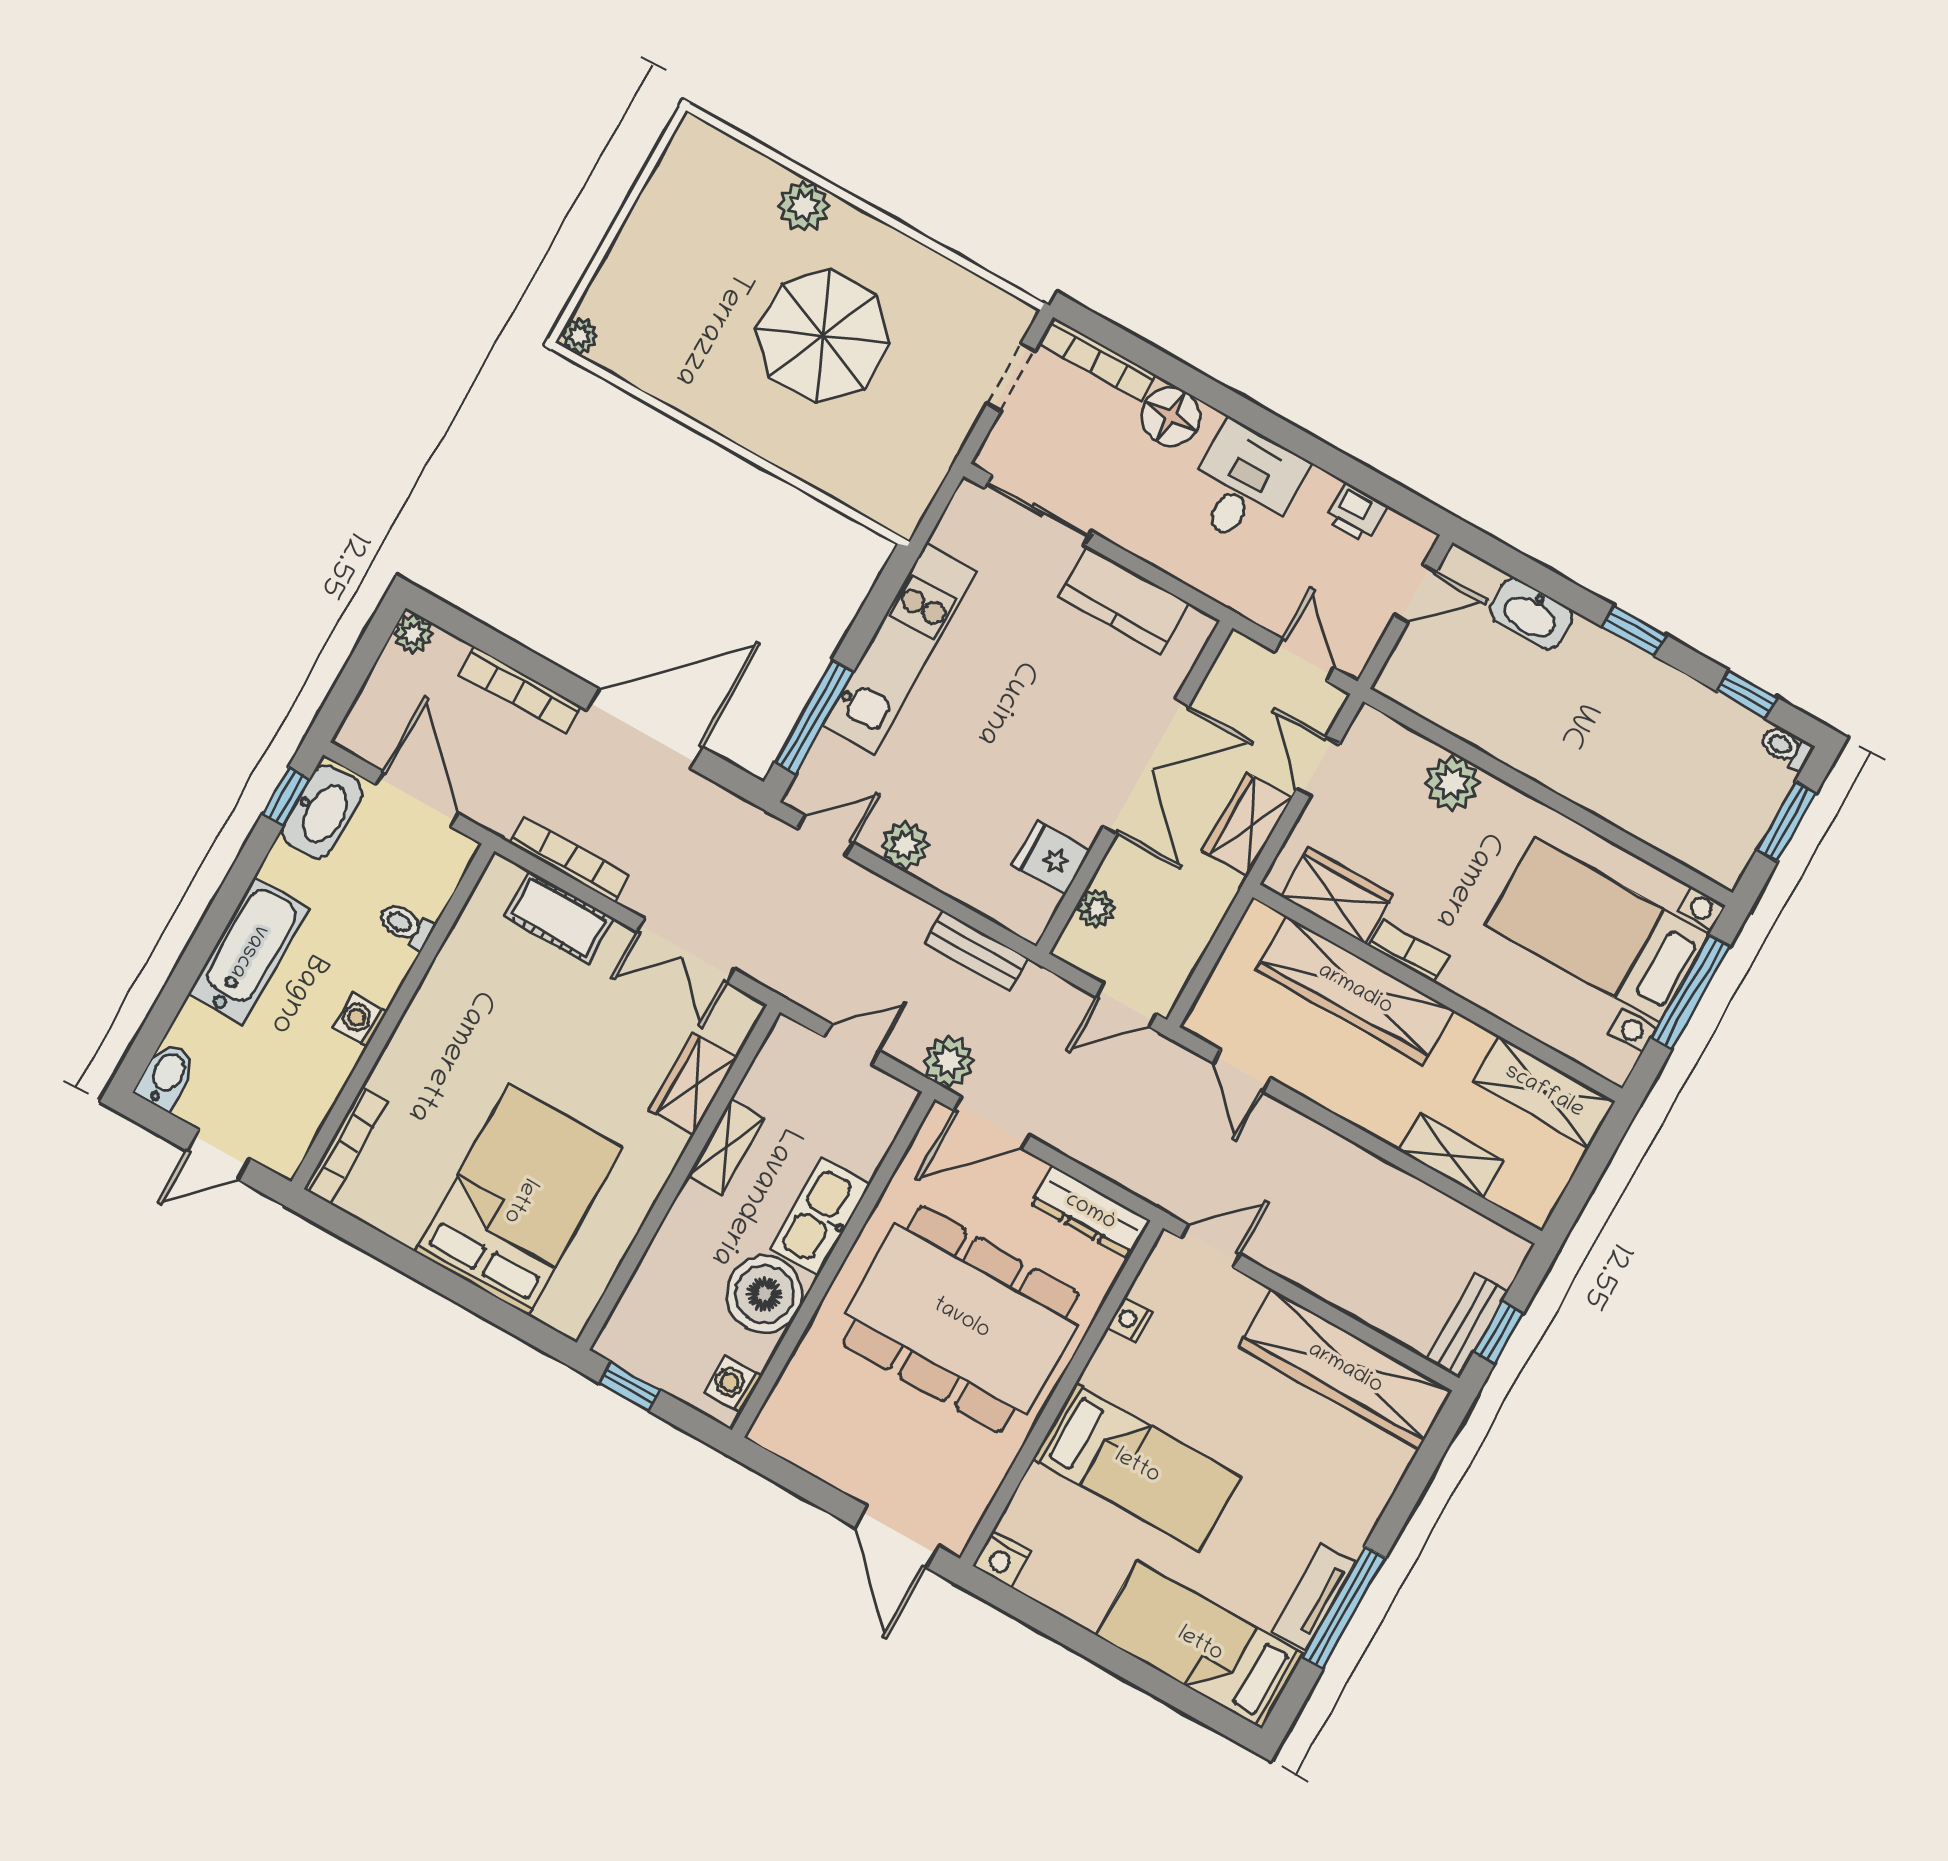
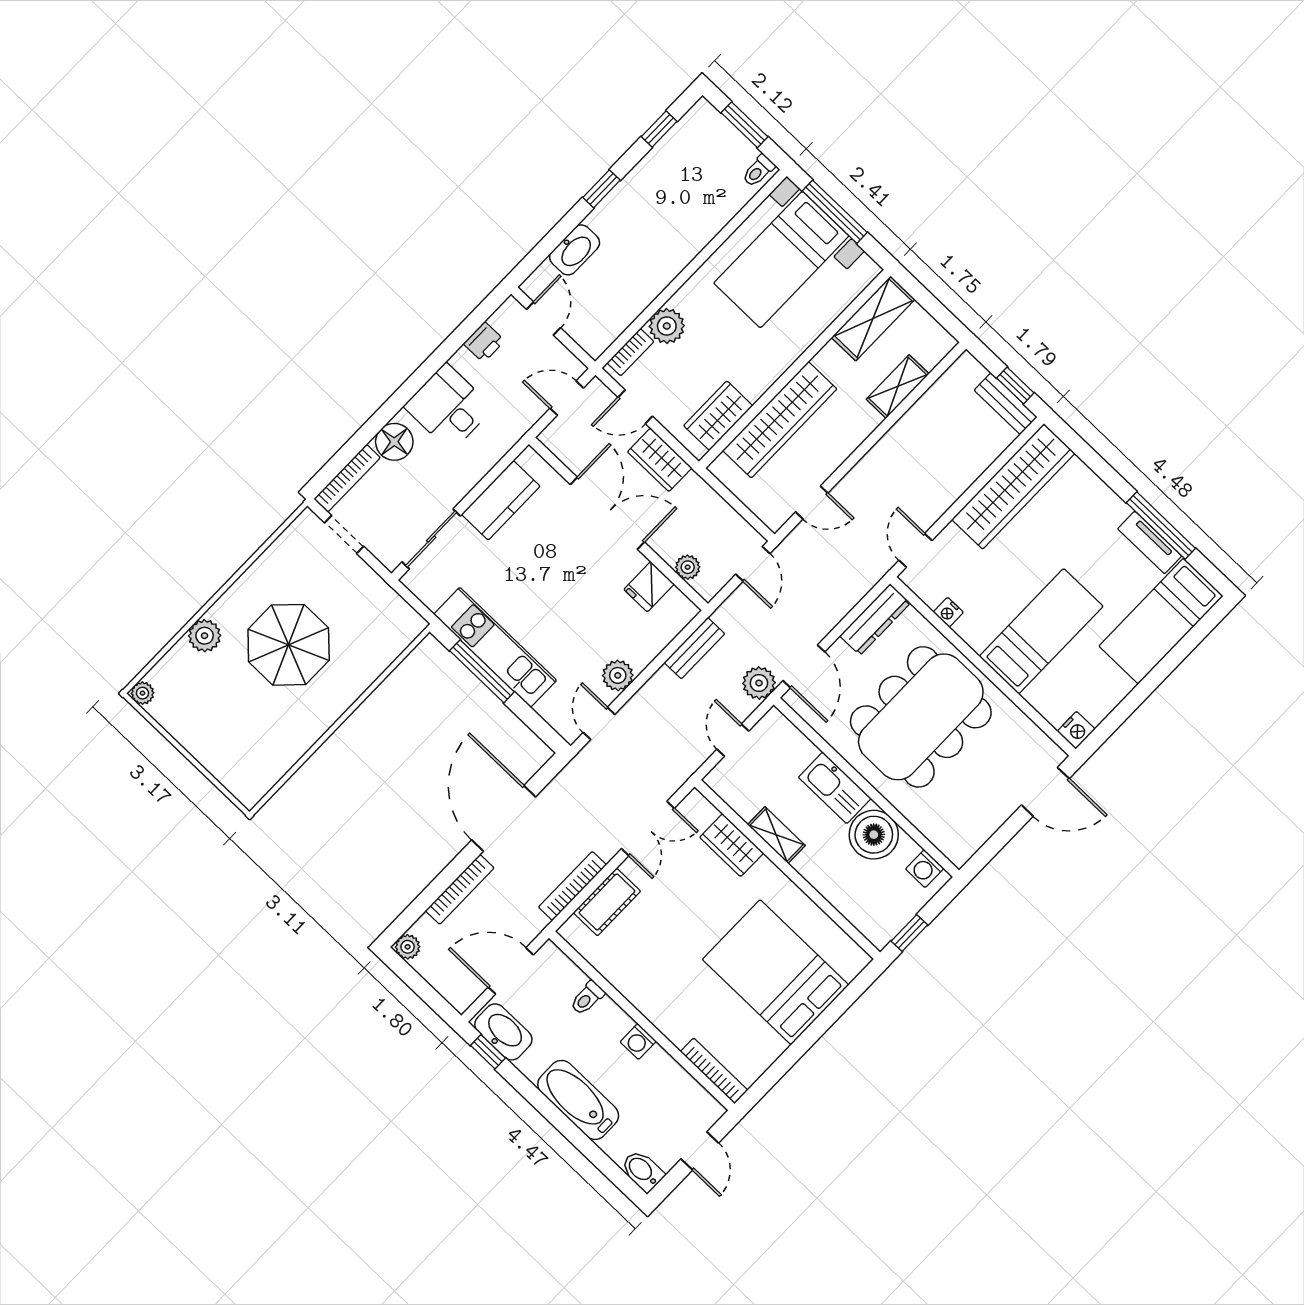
plant: (579, 336) -> (142, 693), moved
window: (814, 717) -> (482, 671), moved
toilet: (1786, 748) -> (758, 171), moved
bookcase: (1409, 951) -> (630, 352), moved, turned 180

